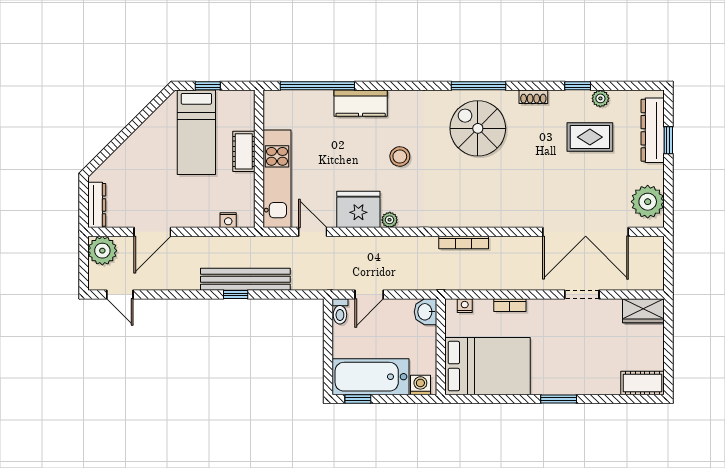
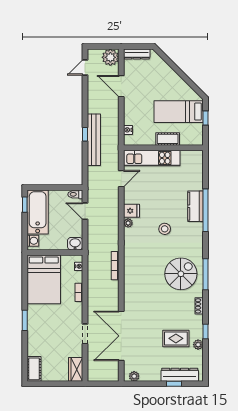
window: (317, 86) -> (205, 210), moved
rug: (590, 137) -> (176, 338), turned 90
plant: (648, 202) -> (134, 376), width x0.53, depth x0.53
fridge: (358, 209) -> (131, 211), width x0.53, depth x0.75

